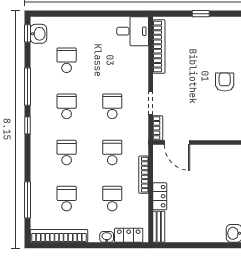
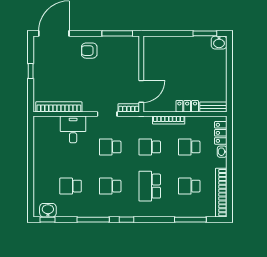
desk: (133, 31) -> (73, 129), moved
school desk: (67, 152) -> (150, 186), width x1.85

